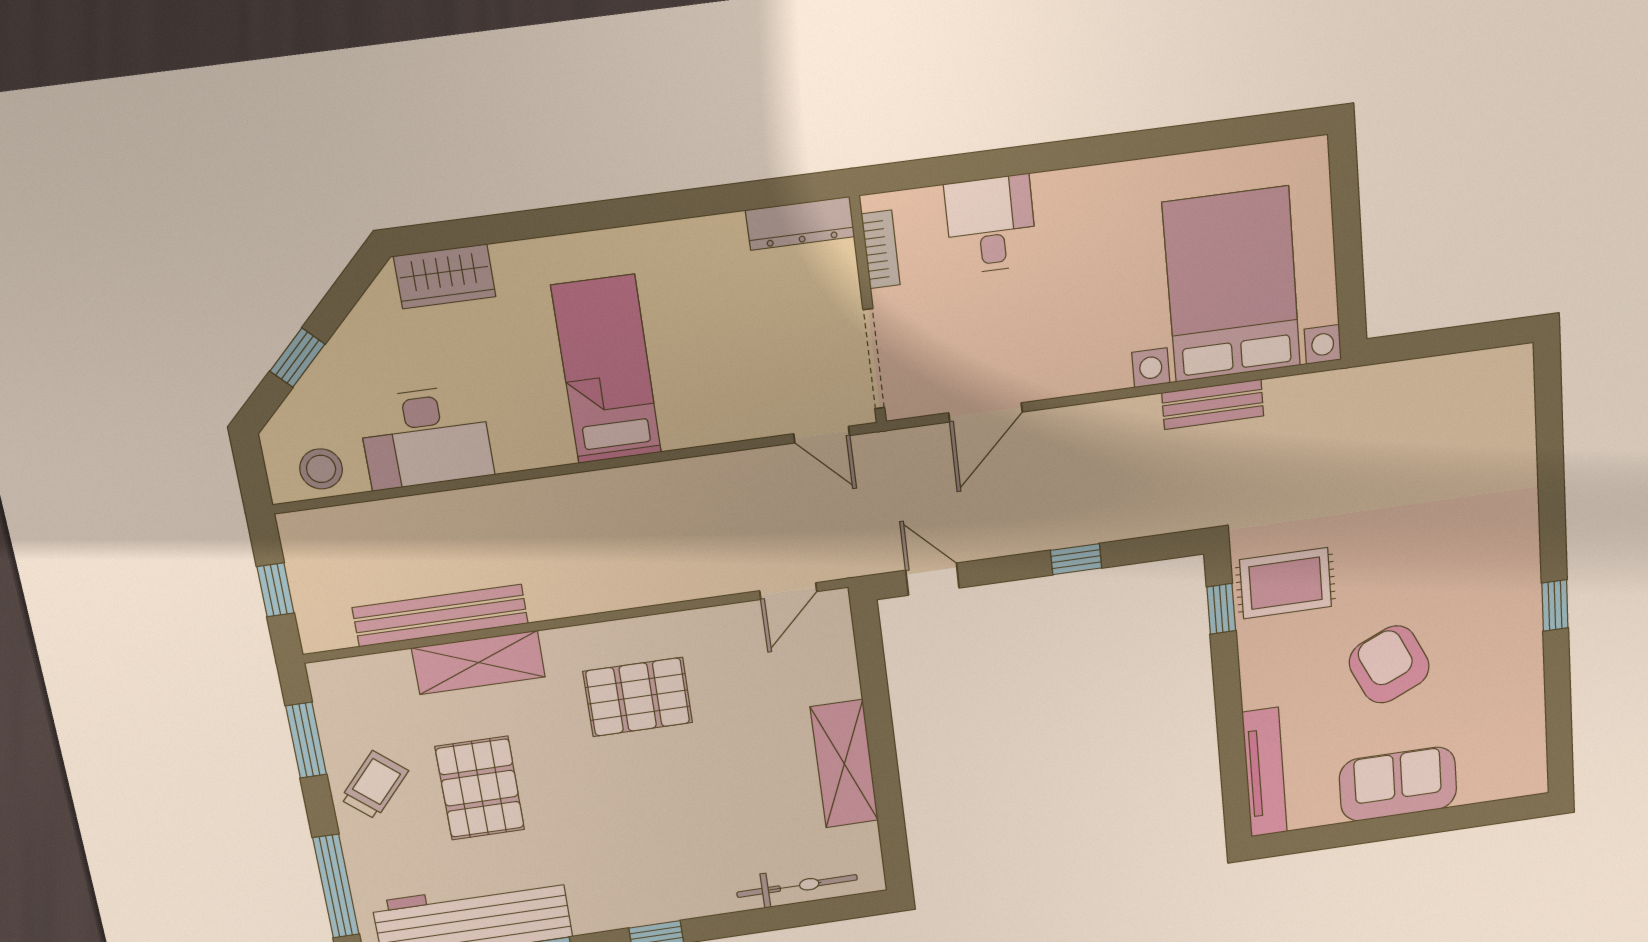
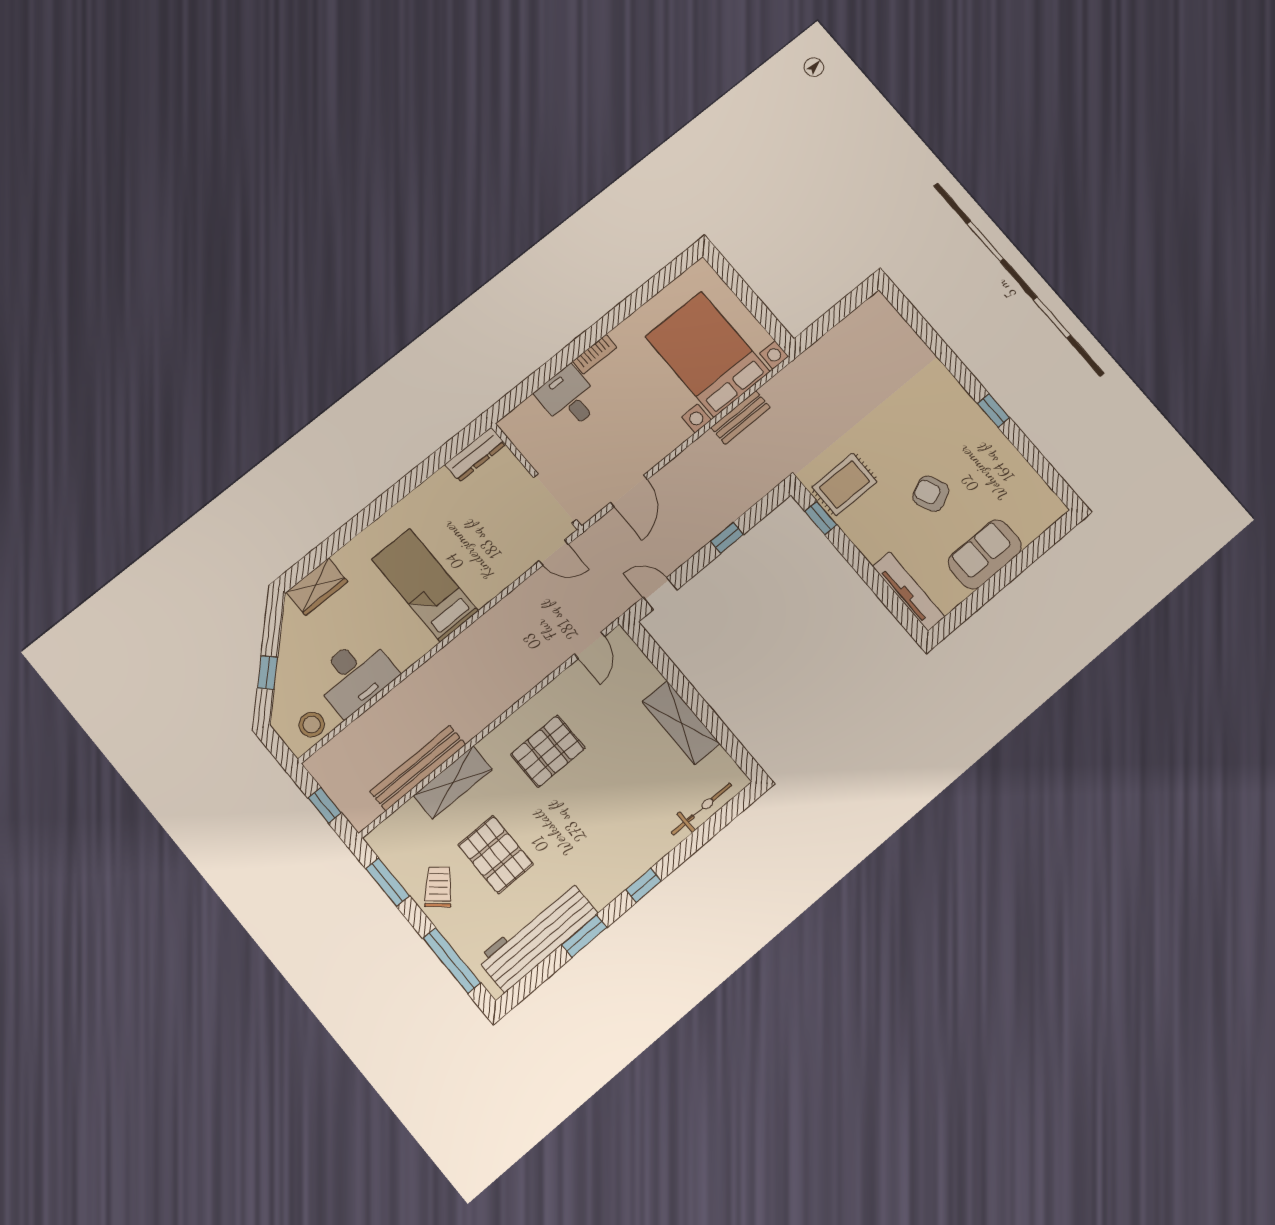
bookcase: (881, 249) -> (595, 354), moved, turned 90
armchair: (1389, 664) -> (931, 494), width x0.72, depth x0.72

